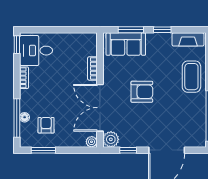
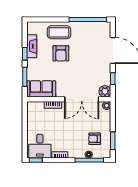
fireplace: (188, 39) -> (32, 46), moved
sofa: (126, 44) -> (41, 89), moved, turned -90
armchair: (142, 92) -> (61, 53), moved, turned 180

